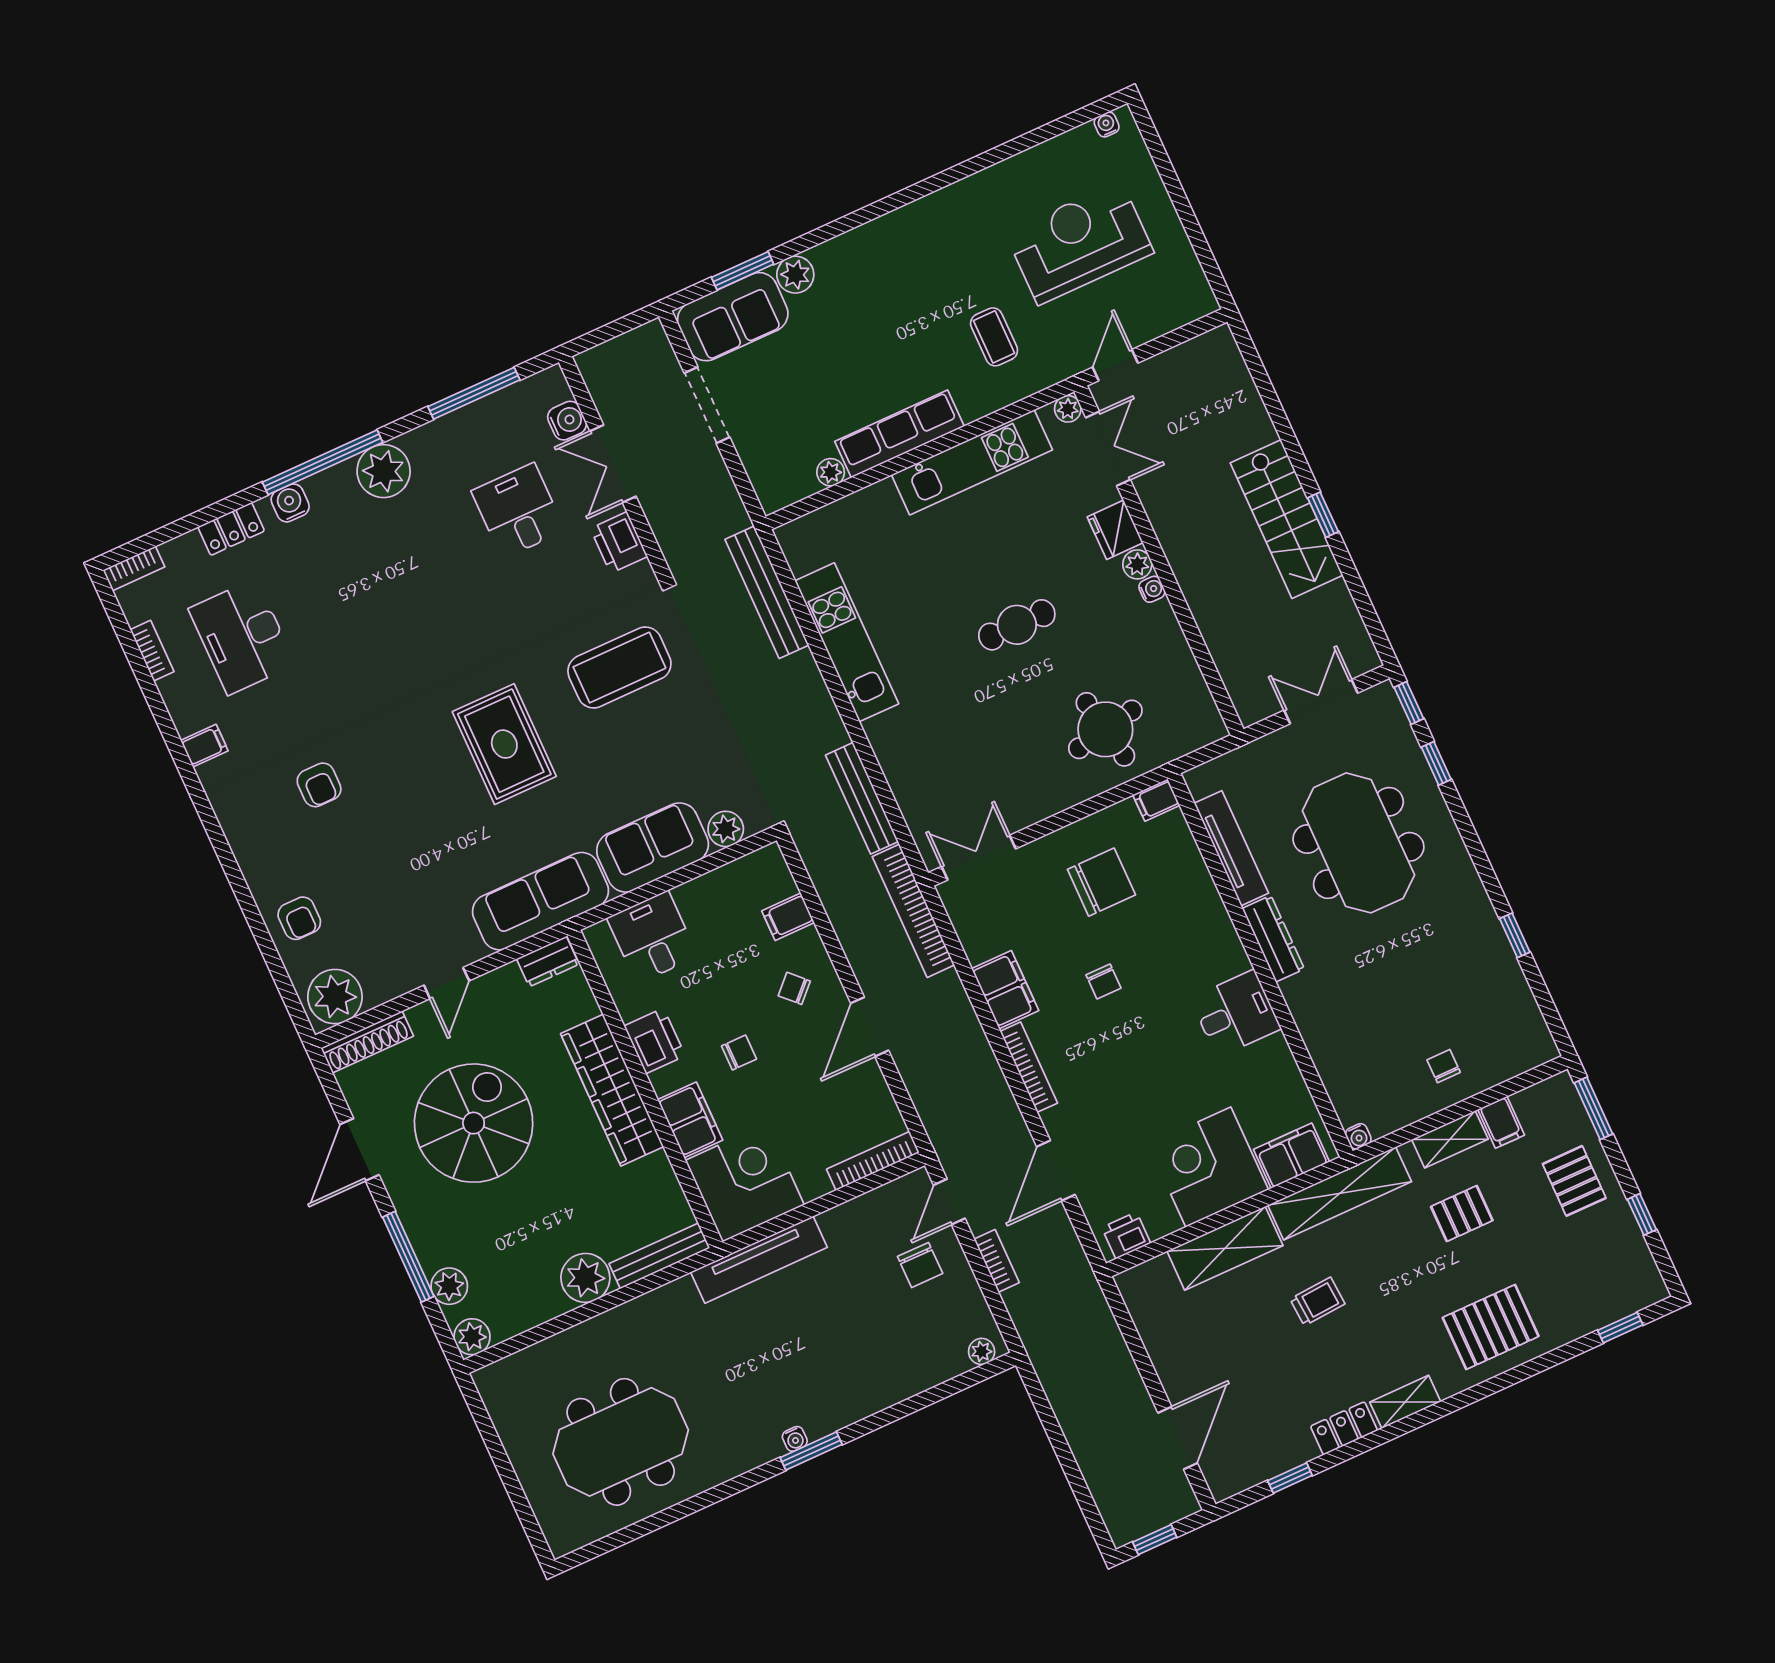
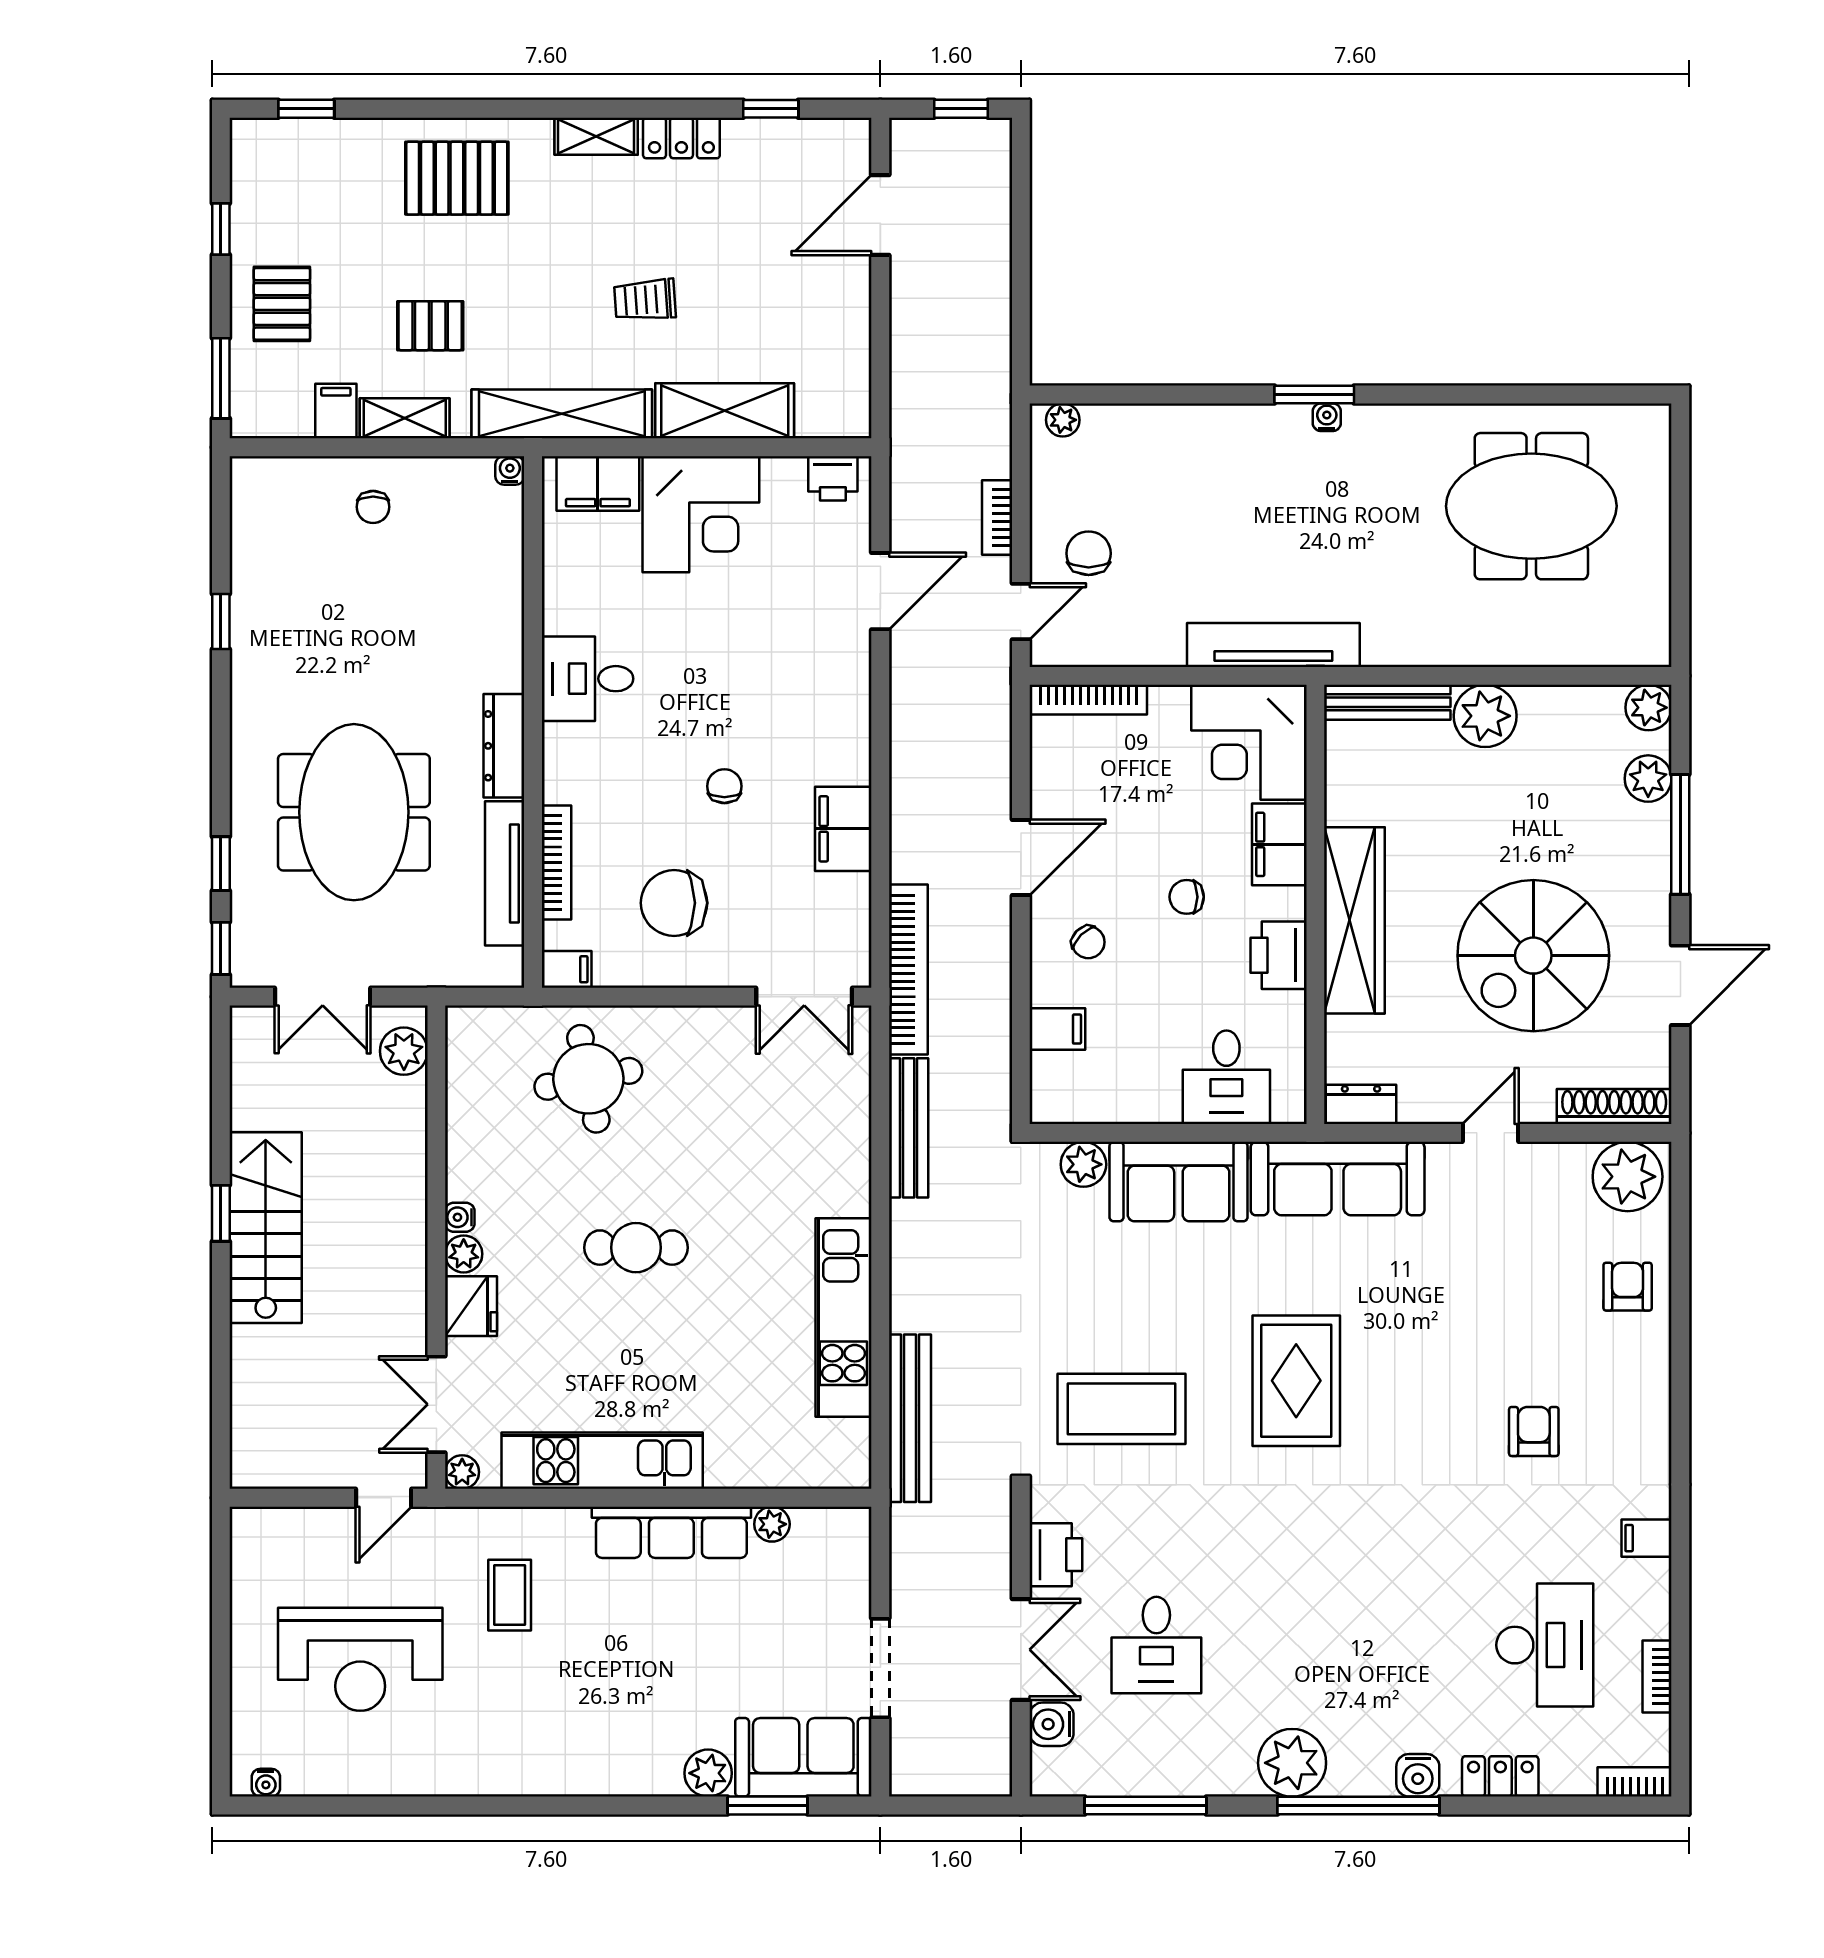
plant: (1246, 689) -> (404, 1051), added
bookcase: (1029, 1067) -> (556, 862), moved, turned 180

